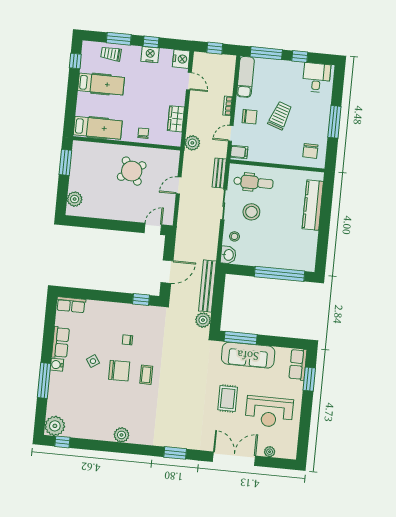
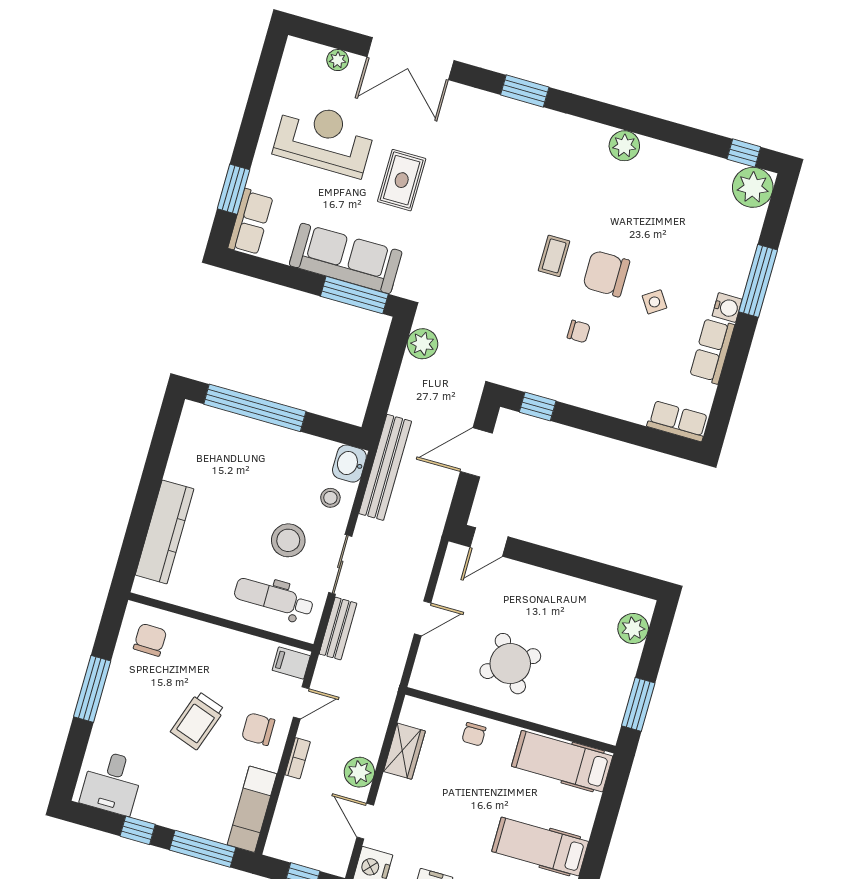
plant: (192, 143) -> (359, 772), moved
bench: (207, 286) -> (385, 467), moved

